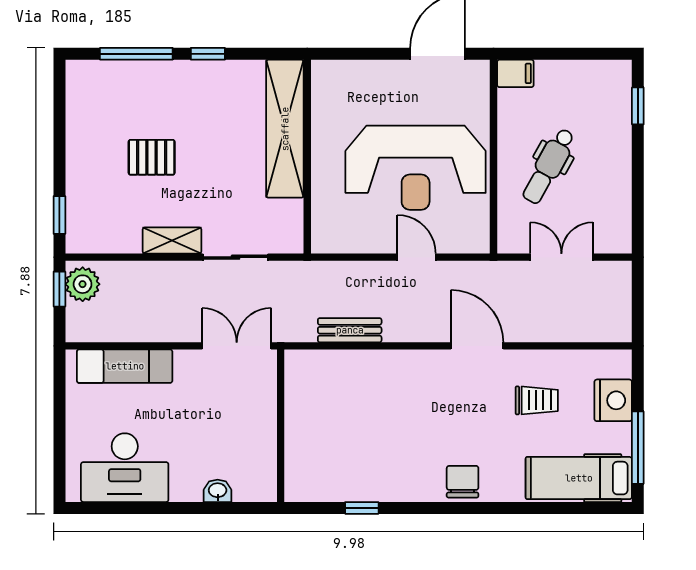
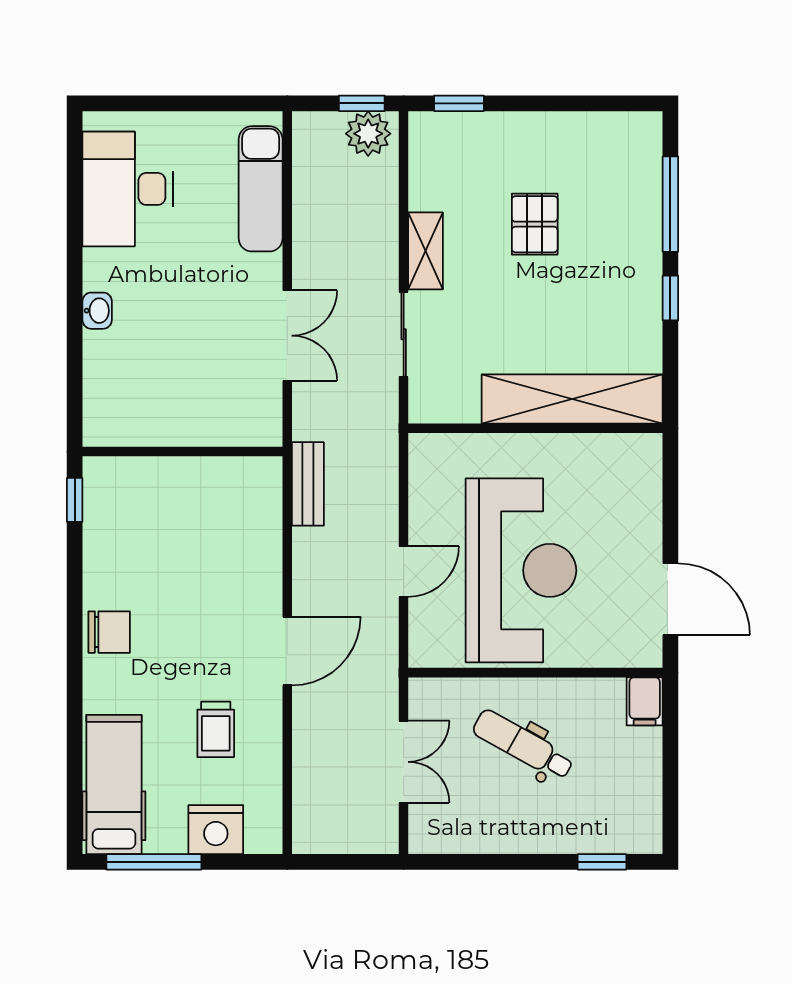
reception desk: (416, 168) -> (521, 570), turned 180
wall: (281, 426) -> (183, 452), moved

